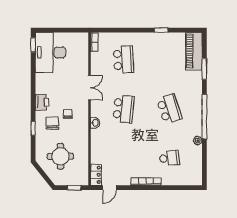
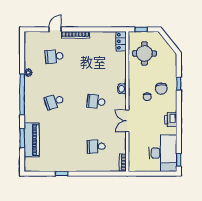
piano: (194, 51) -> (32, 140), moved
school desk: (123, 60) -> (96, 146), width x0.54
printer: (42, 102) -> (171, 120), moved
school desk: (123, 109) -> (96, 101), width x0.54
school desk: (169, 109) -> (54, 101), width x0.54
round table: (60, 156) -> (144, 54), moved
door: (109, 188) -> (55, 29), moved

